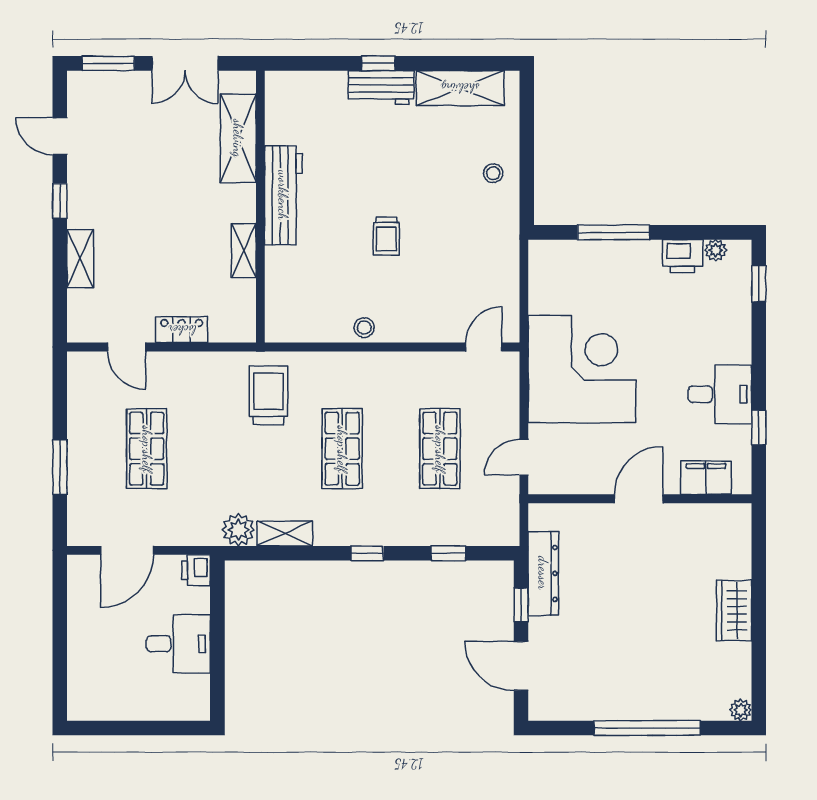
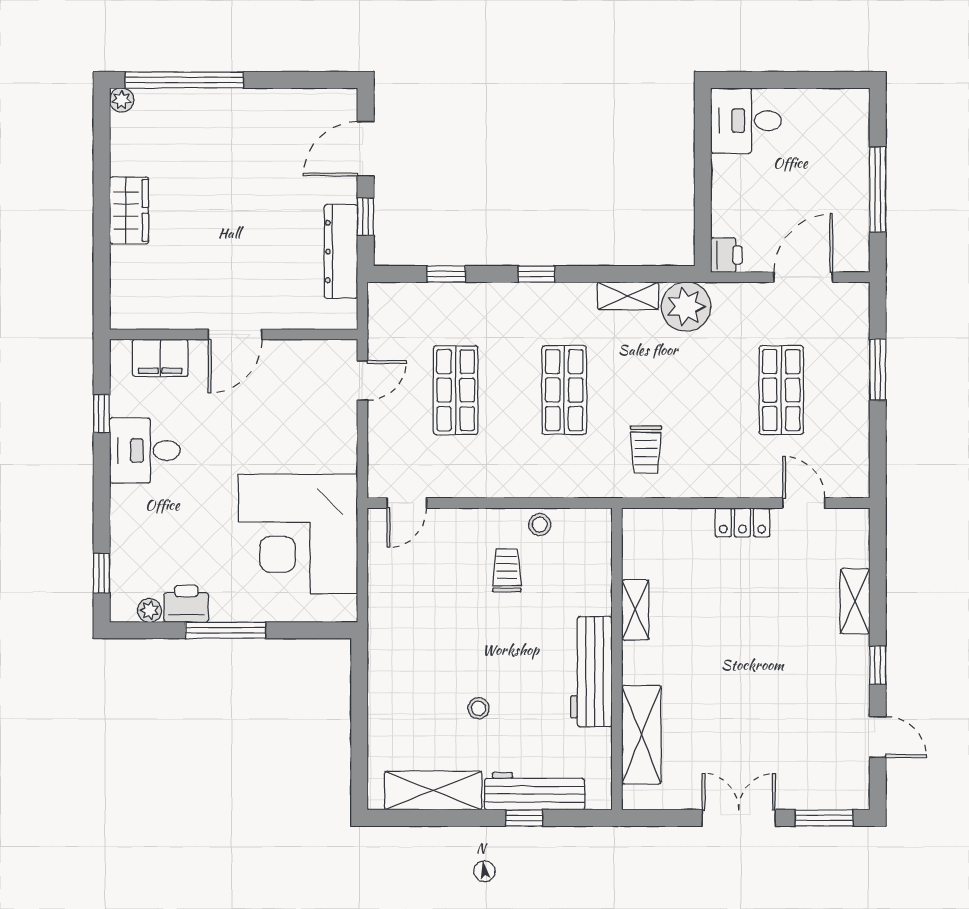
workbench: (381, 87) -> (535, 791), width x1.38
shelving: (238, 138) -> (641, 735), moved
stool: (493, 173) -> (479, 708), moved
workbench: (283, 195) -> (591, 672), moved
wall: (260, 207) -> (617, 659), moved
window: (614, 232) -> (226, 630), moved
trolley: (386, 236) -> (507, 570), moved
shelving: (244, 251) -> (635, 610), moved
corner desk: (582, 369) -> (298, 534), moved
trolley: (268, 395) -> (646, 449), width x0.73, depth x0.72
plant: (238, 530) -> (686, 307), width x1.36, depth x1.36
window: (60, 629) -> (878, 189), added
desk: (178, 644) -> (746, 121), moved
door: (521, 666) -> (366, 149), swing flipped
window: (647, 728) -> (184, 80), moved

